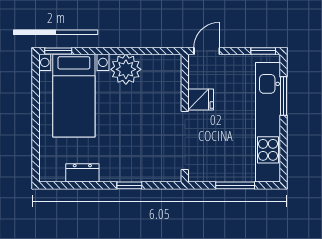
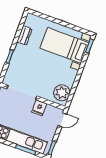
door: (207, 51) -> (62, 120), hinge flipped
plant: (126, 69) -> (62, 93), moved

